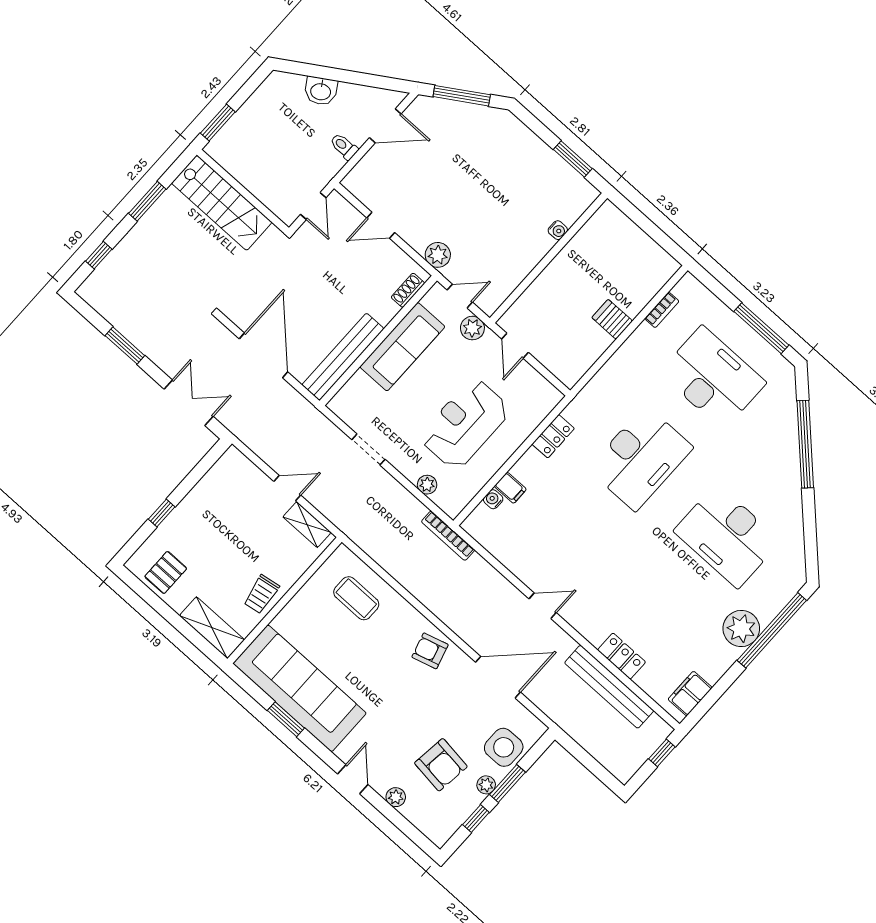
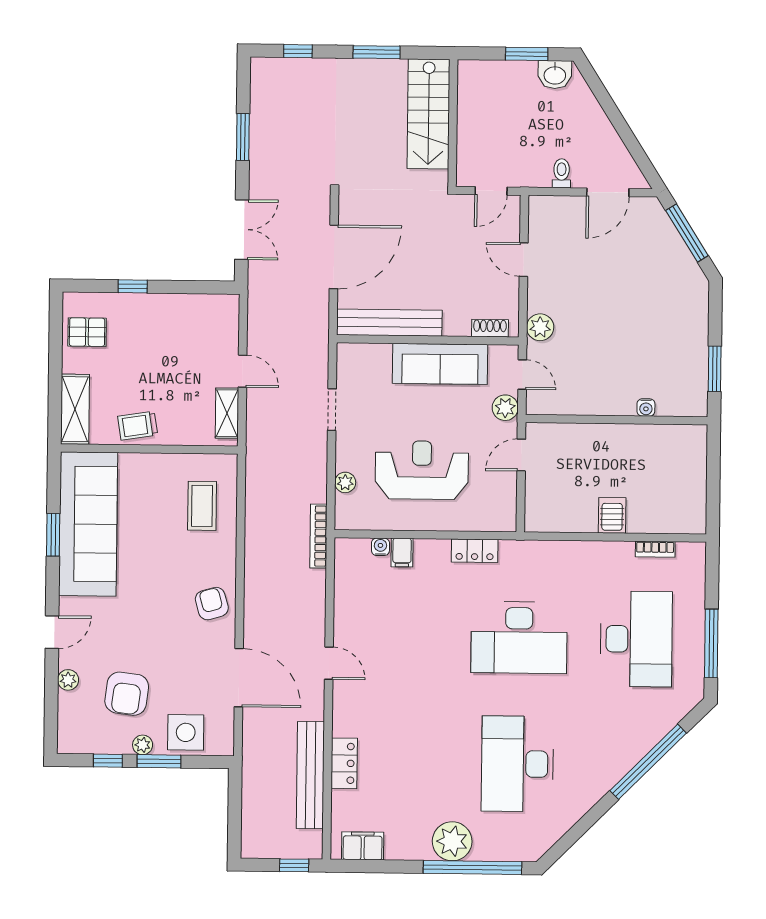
washbasin: (321, 91) -> (555, 75), moved, turned -58
window: (218, 123) -> (527, 54), moved
door: (385, 126) -> (608, 192), hinge flipped

